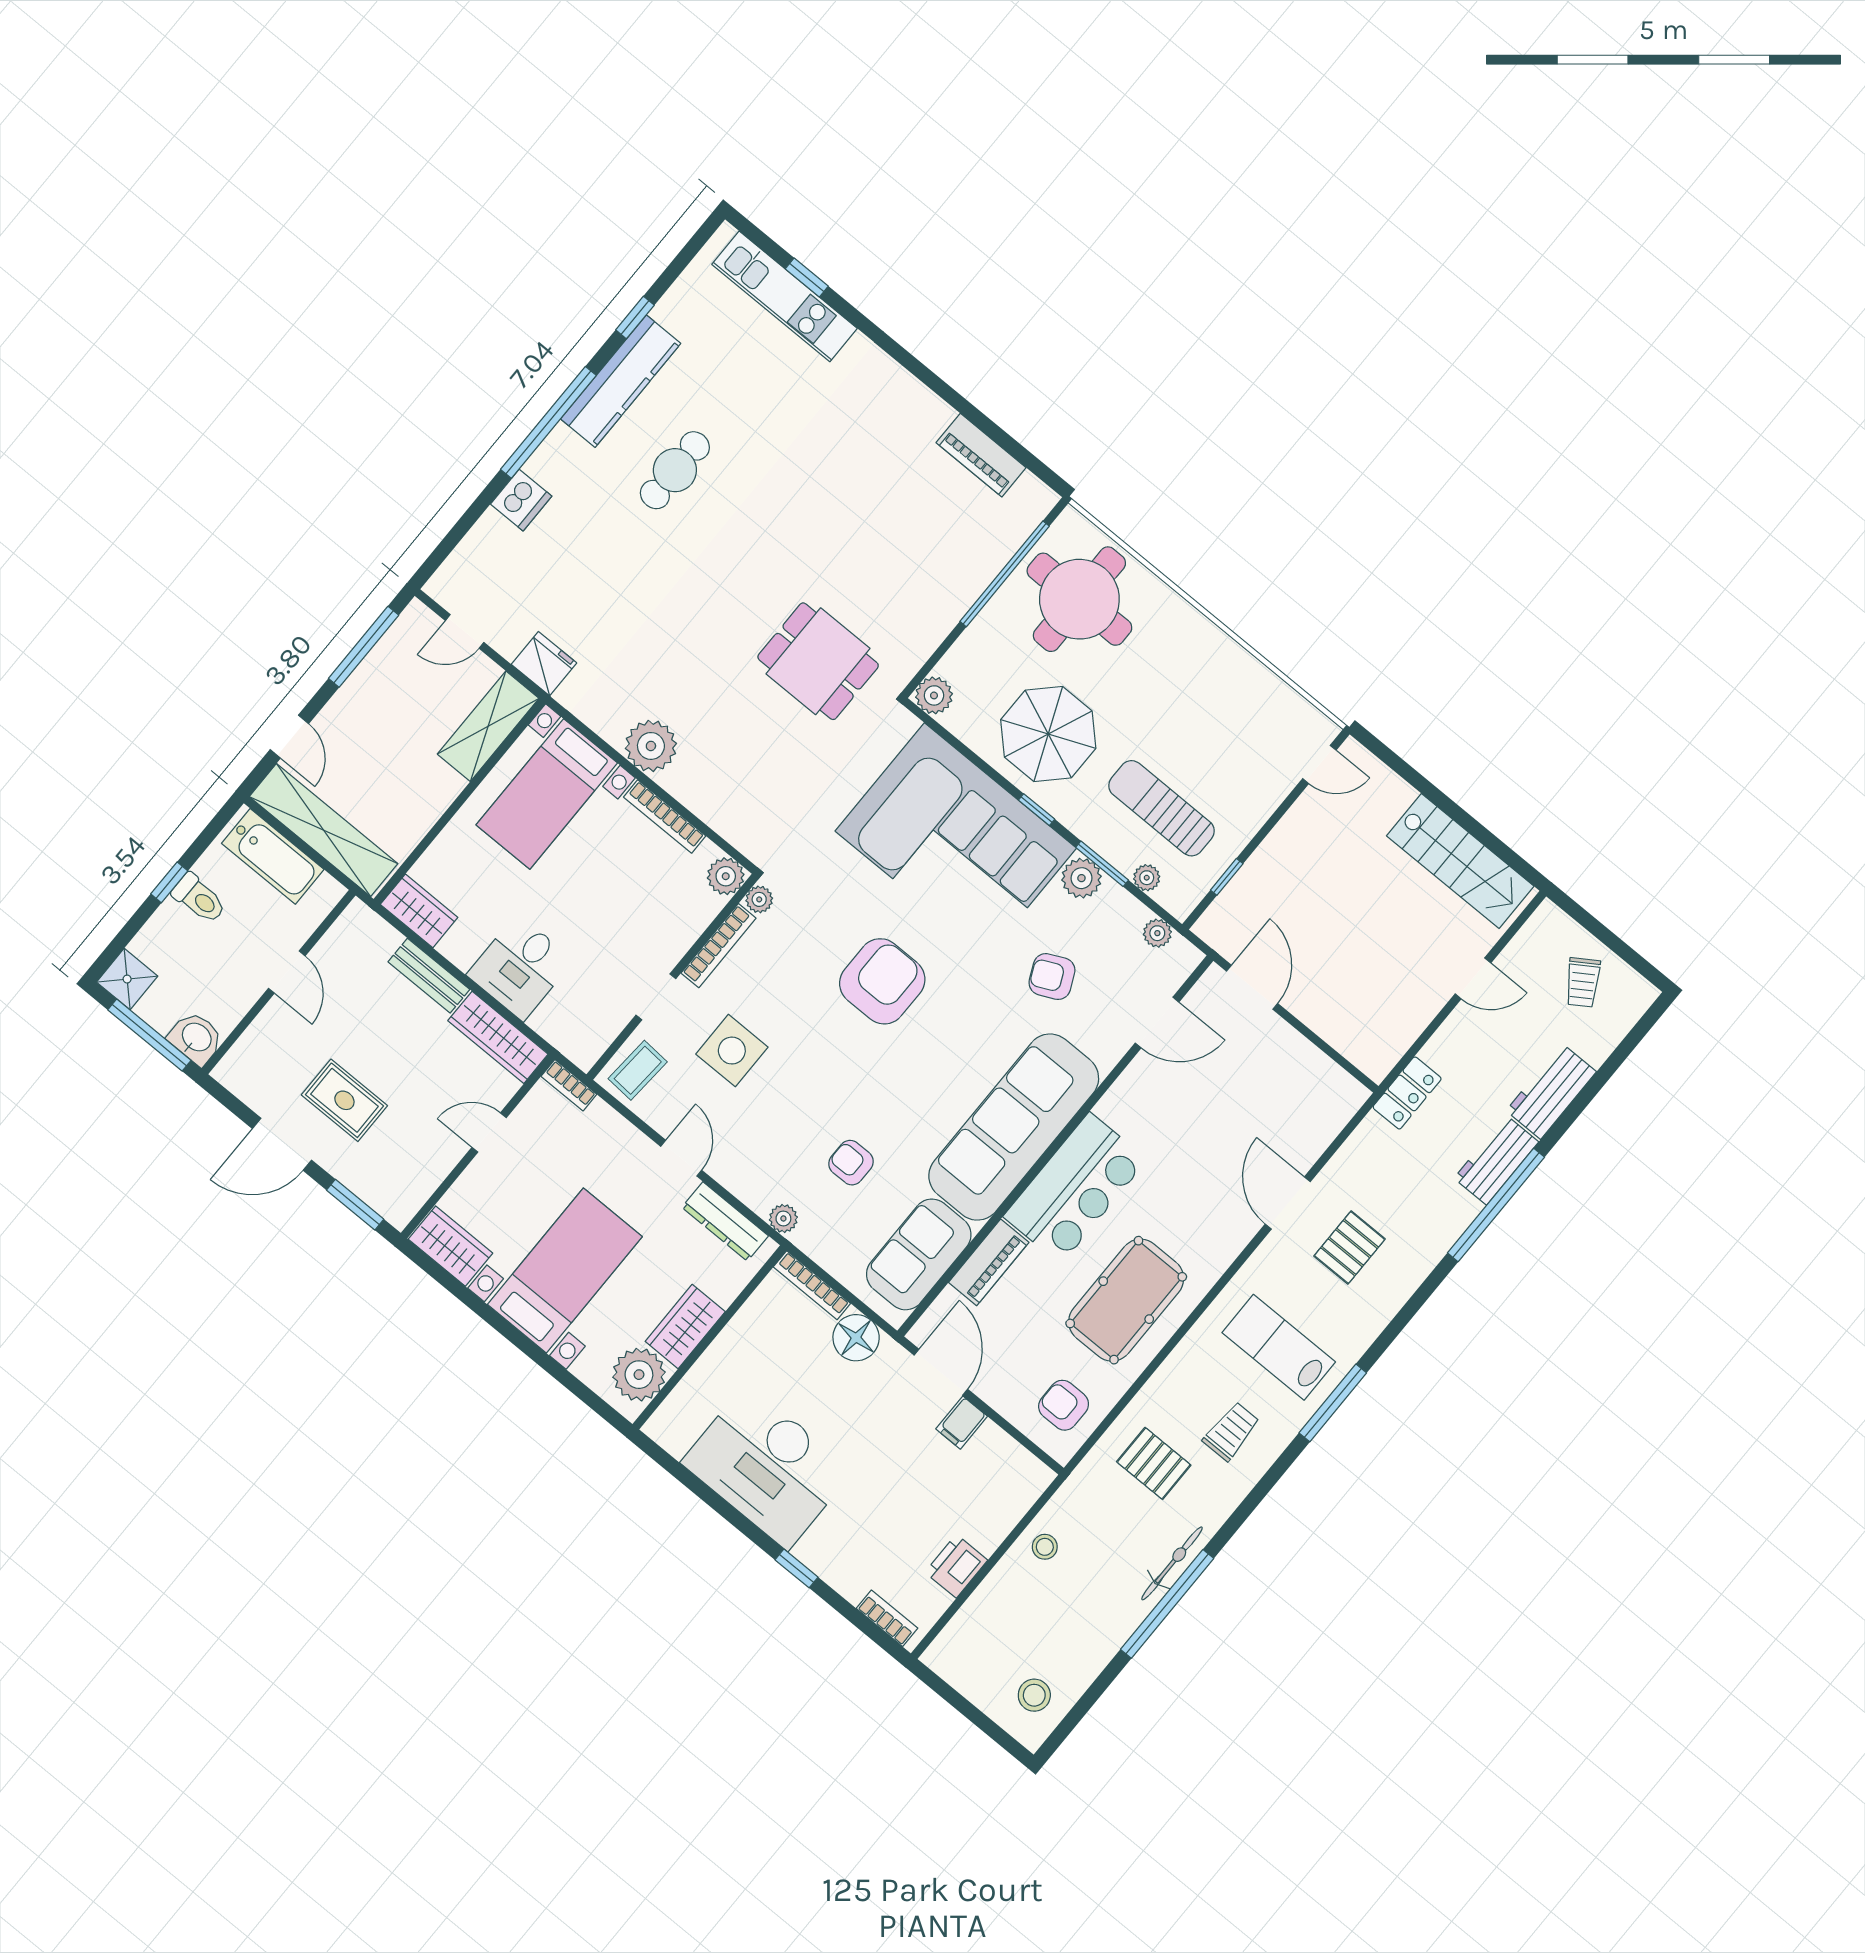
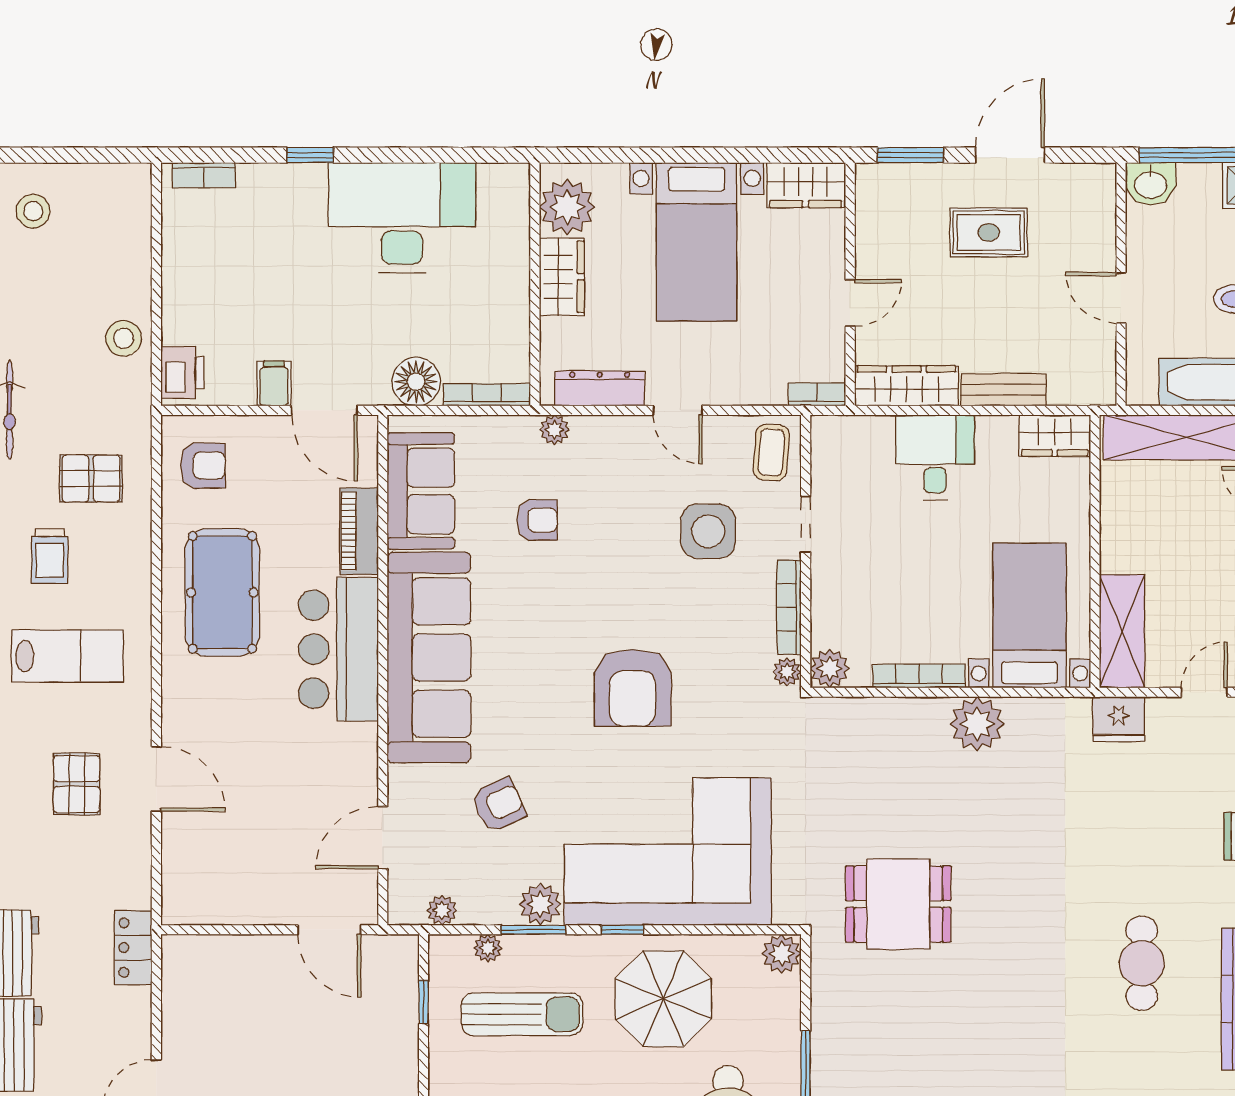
stool: (1045, 1547) -> (124, 338), width x1.37, depth x1.37
printer: (956, 1566) -> (182, 373), moved

